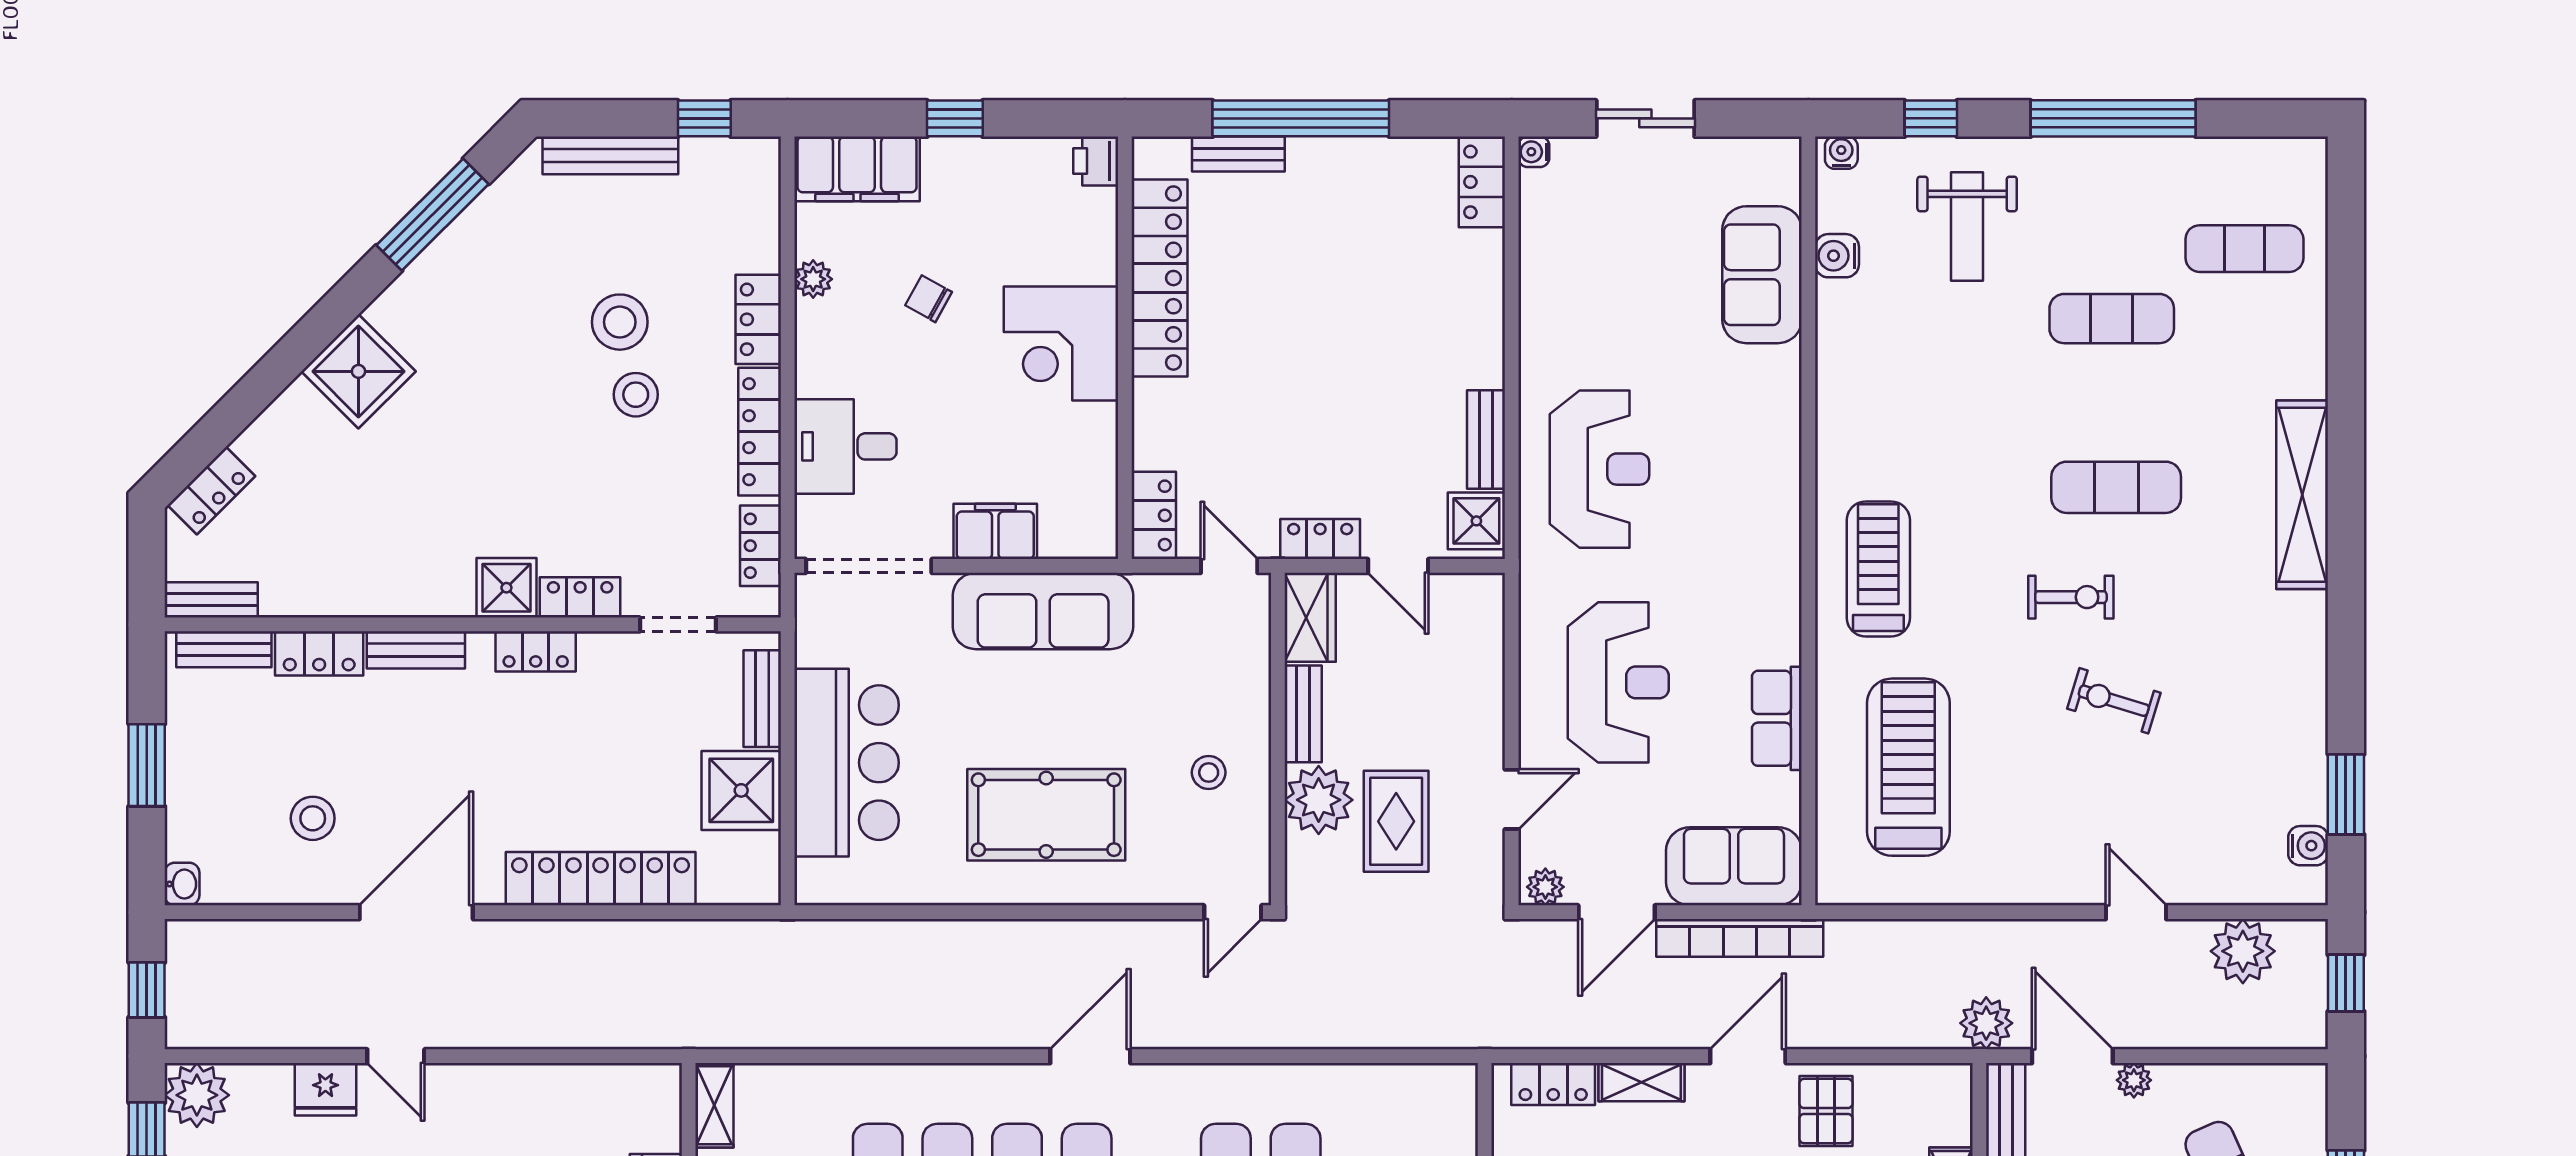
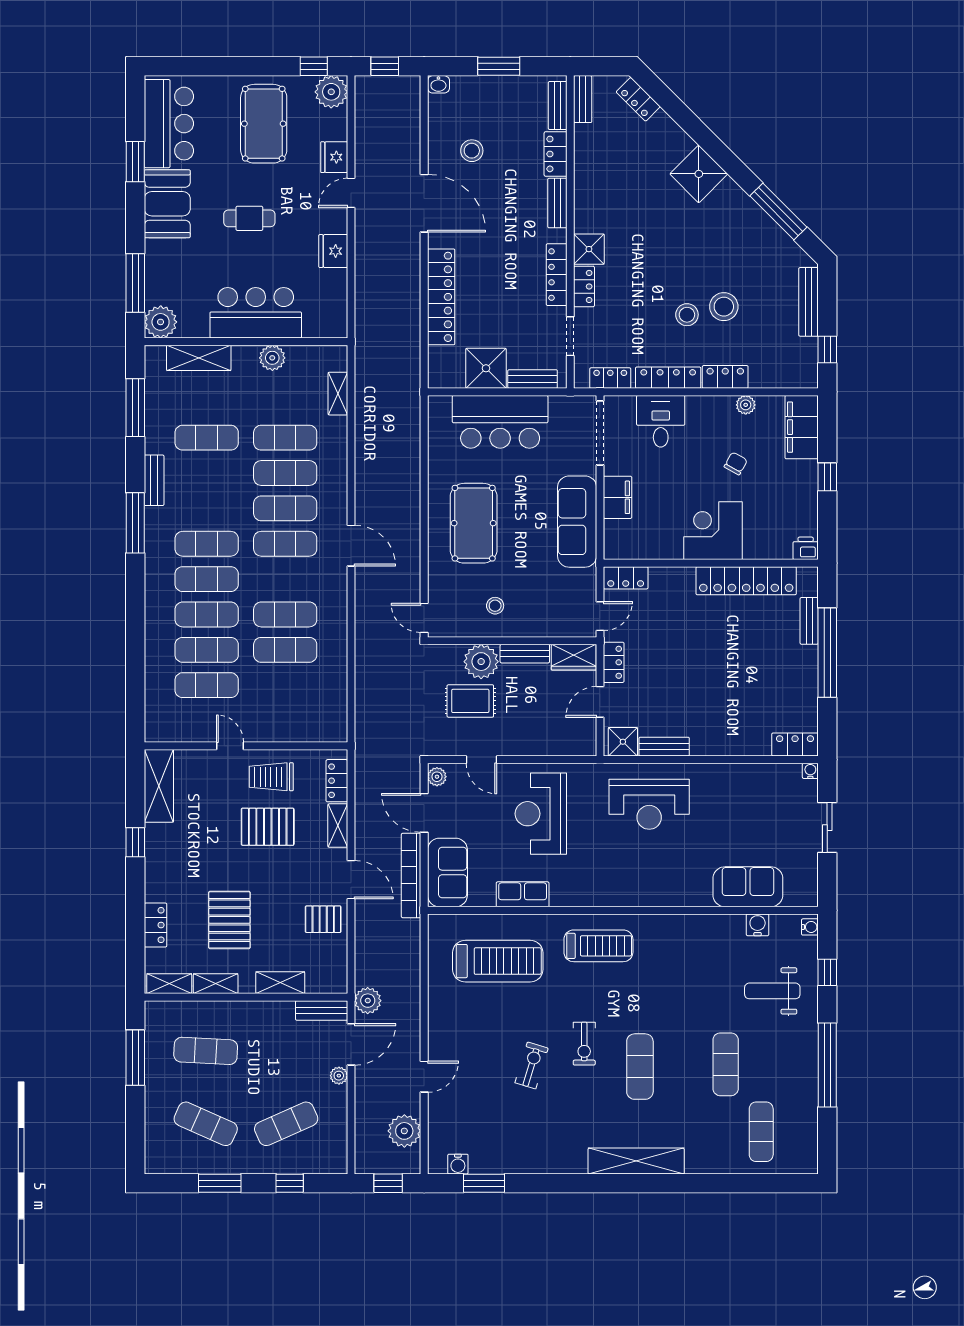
locker: (536, 651) -> (557, 275), width x1.53
reception desk: (1618, 682) -> (541, 814), turned 90
fridge: (510, 1091) -> (333, 251), added
shelving: (714, 1105) -> (338, 394), moved, turned 90

